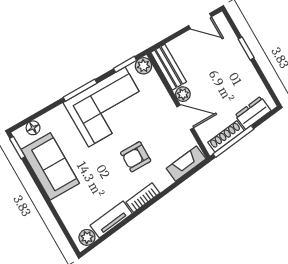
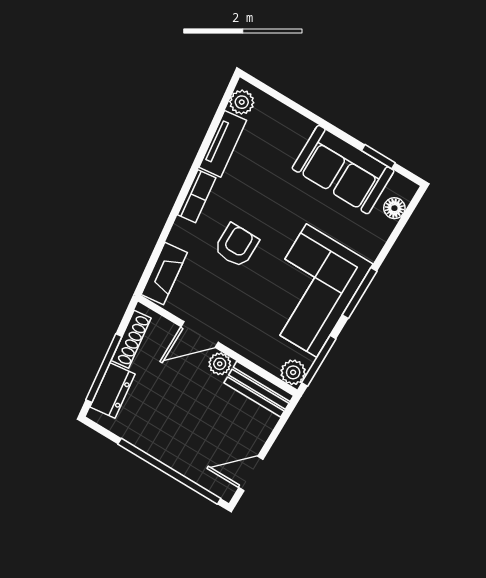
window: (246, 48) -> (169, 471), width x3.17
window: (125, 64) -> (319, 361), width x1.50
window: (233, 141) -> (104, 368), moved
window: (17, 148) -> (378, 157), moved

